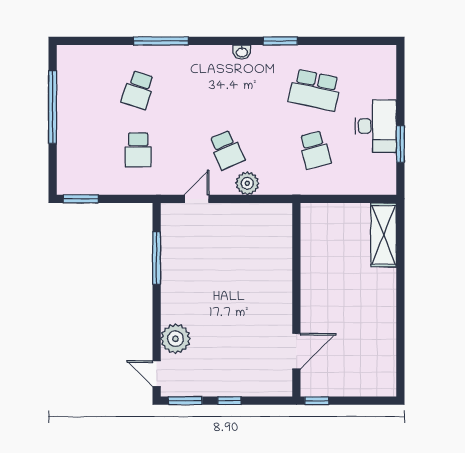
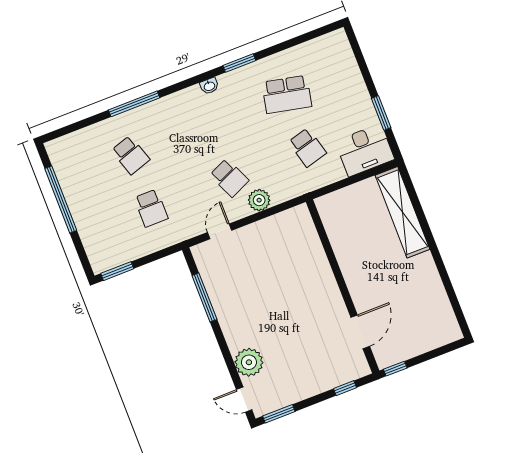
school desk: (138, 90) -> (131, 155), turned -36
desk: (376, 126) -> (365, 150), moved, turned 90
shelving: (384, 235) -> (402, 212), width x1.47
window: (229, 401) -> (345, 388), moved

